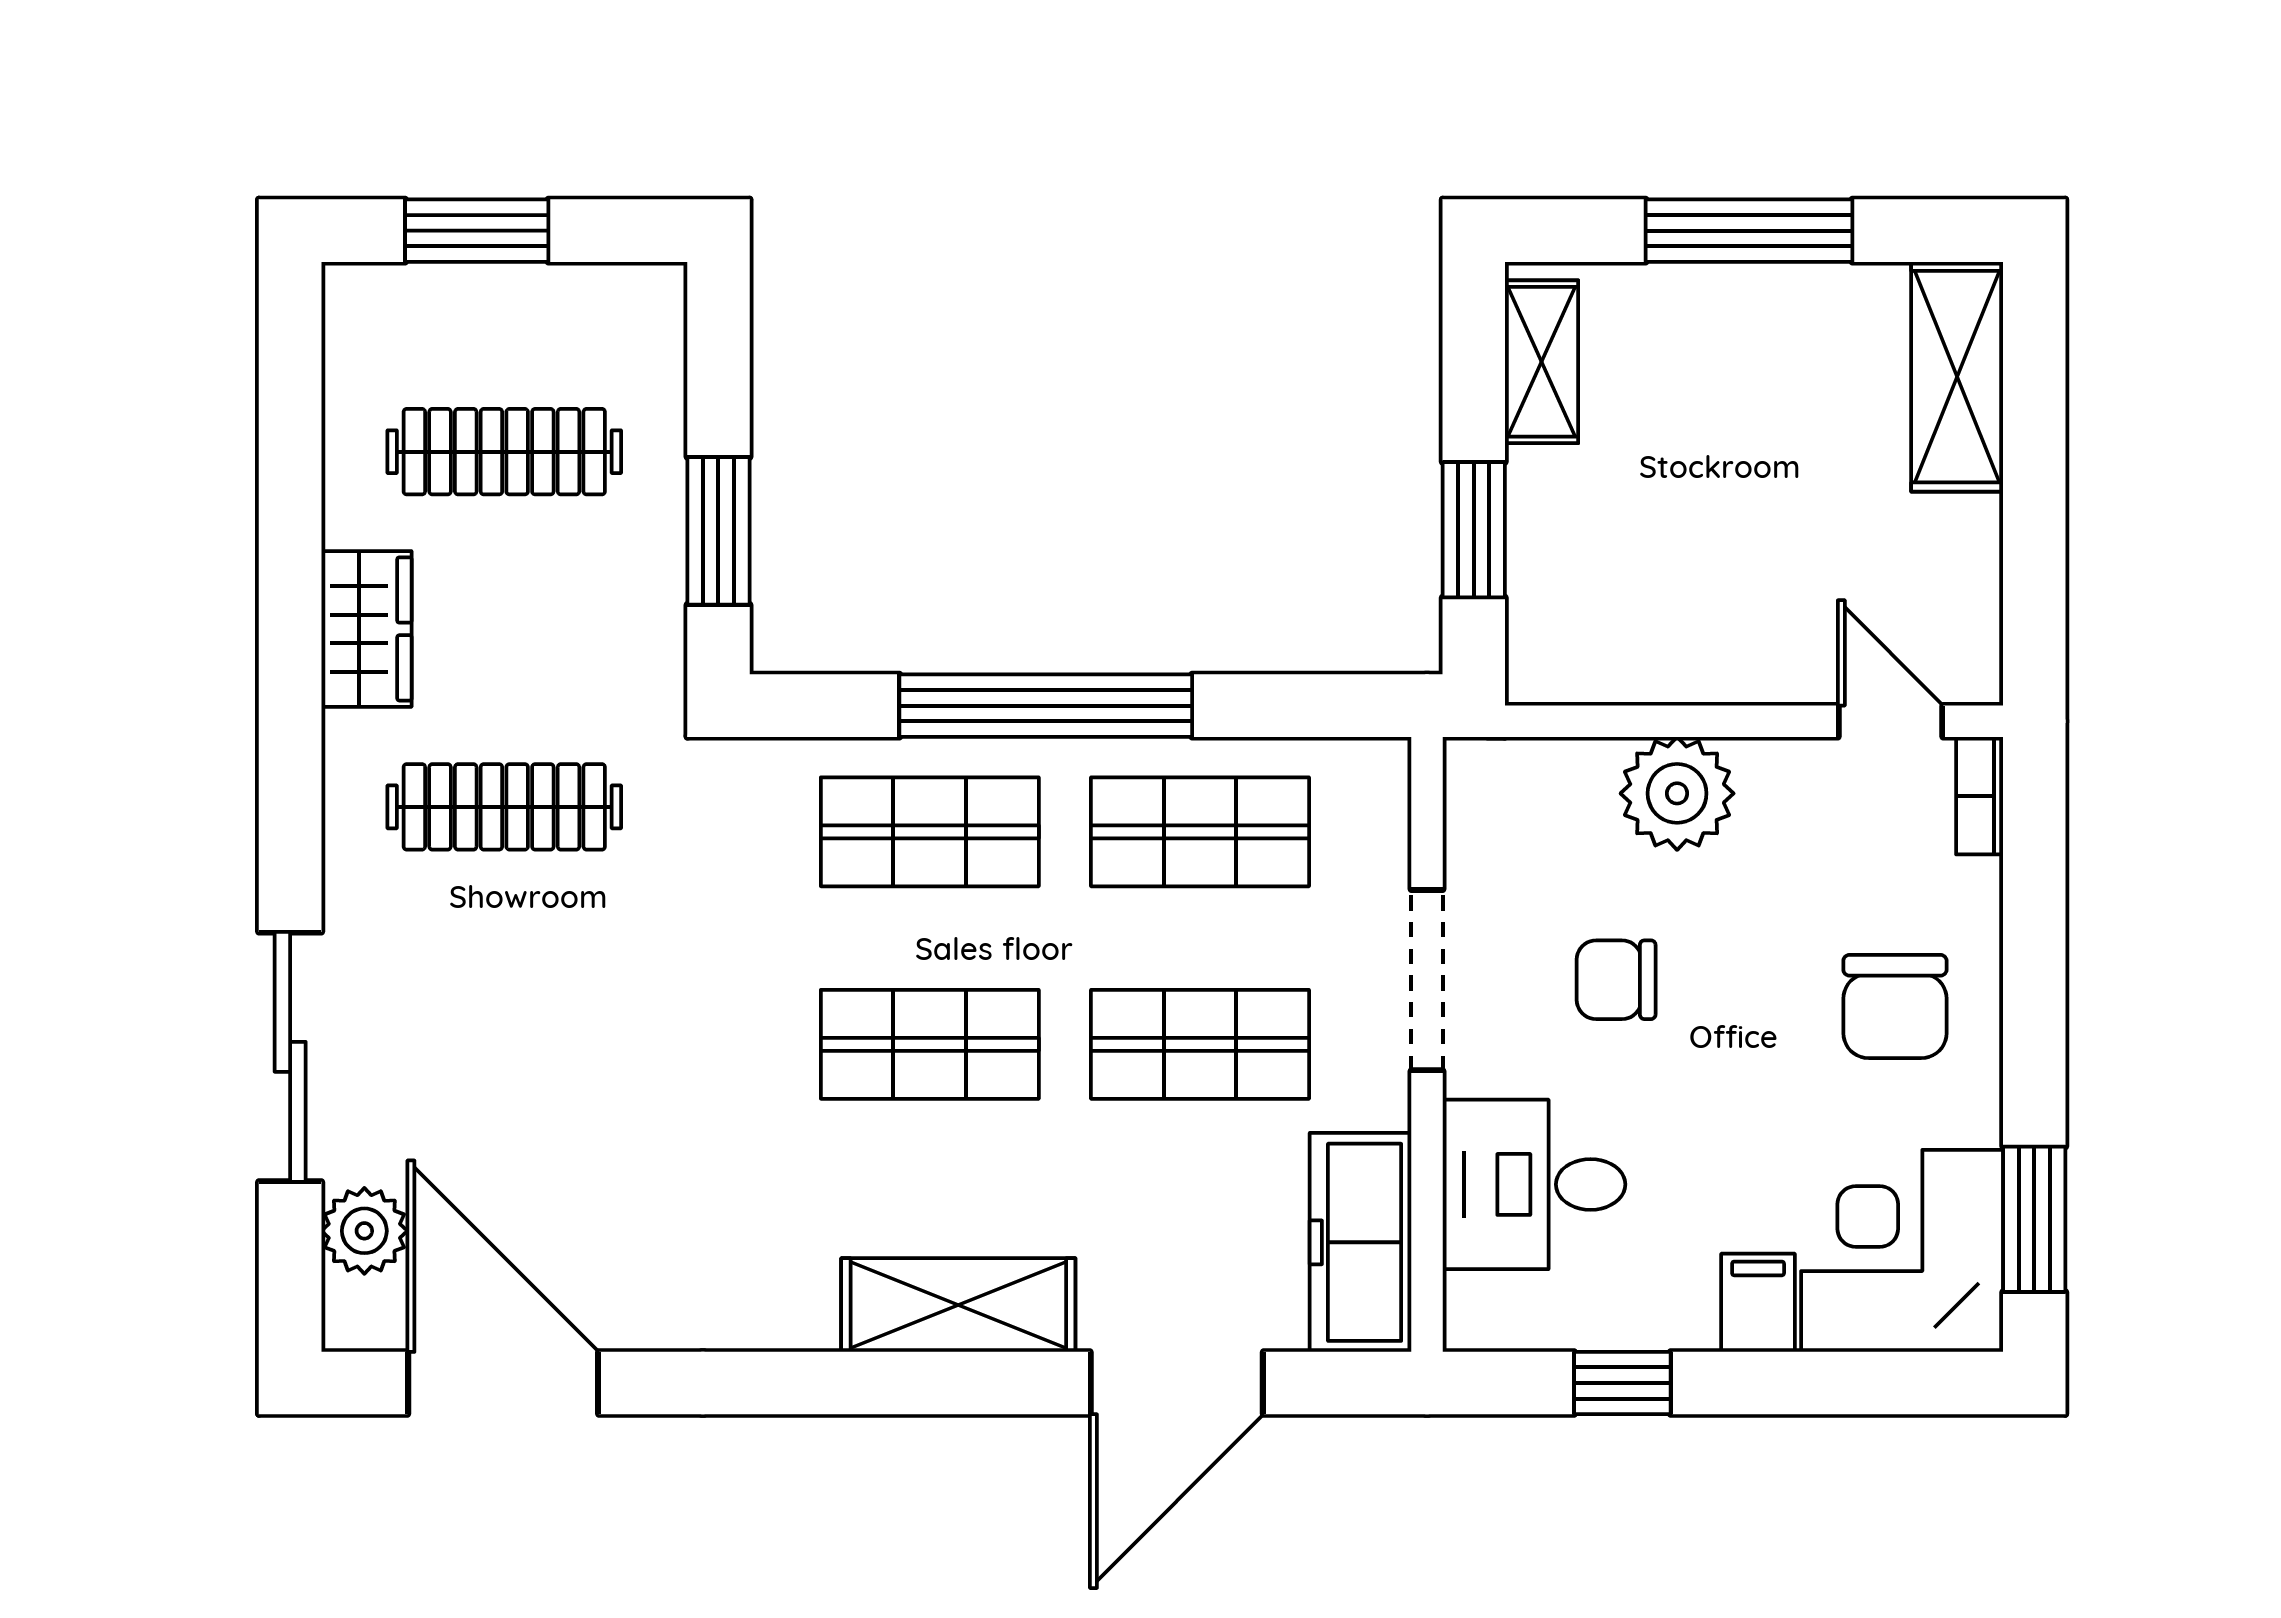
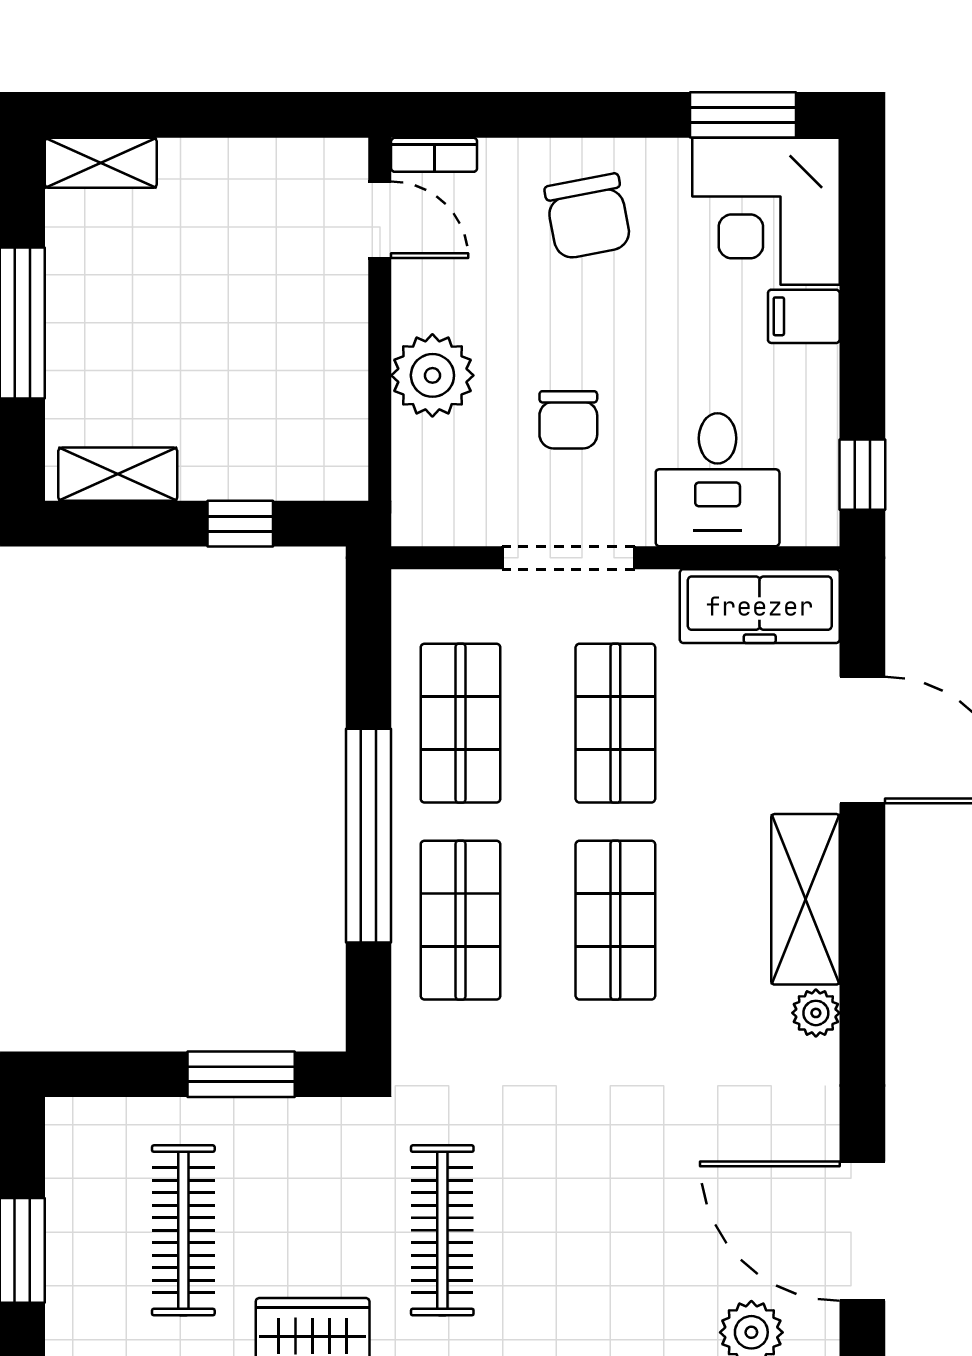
shelving: (1957, 377) -> (101, 163), width x0.67, depth x0.75
window: (1474, 530) -> (240, 524), width x0.67
door: (1890, 721) -> (380, 220), swing flipped
chair: (1895, 1007) -> (588, 217), turned 79
plant: (802, 1319) -> (816, 1013), added
door: (503, 1383) -> (862, 1231), hinge flipped
window: (1622, 1383) -> (862, 475), moved

